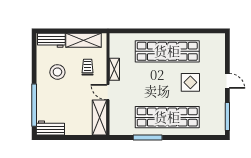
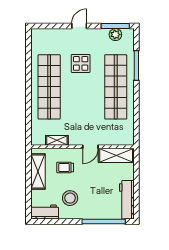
workbench: (51, 40) -> (45, 212), moved, turned -90
shelving: (114, 69) -> (57, 140), moved
plant: (219, 117) -> (115, 35), added
workbench: (50, 128) -> (127, 200), width x1.38
window: (148, 138) -> (136, 65), moved

